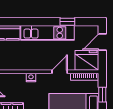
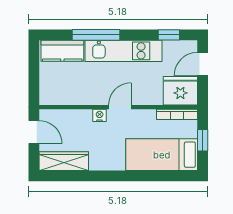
window: (28, 22) -> (96, 35), added
window: (67, 22) -> (169, 35), moved
door: (60, 72) -> (120, 107), moved

